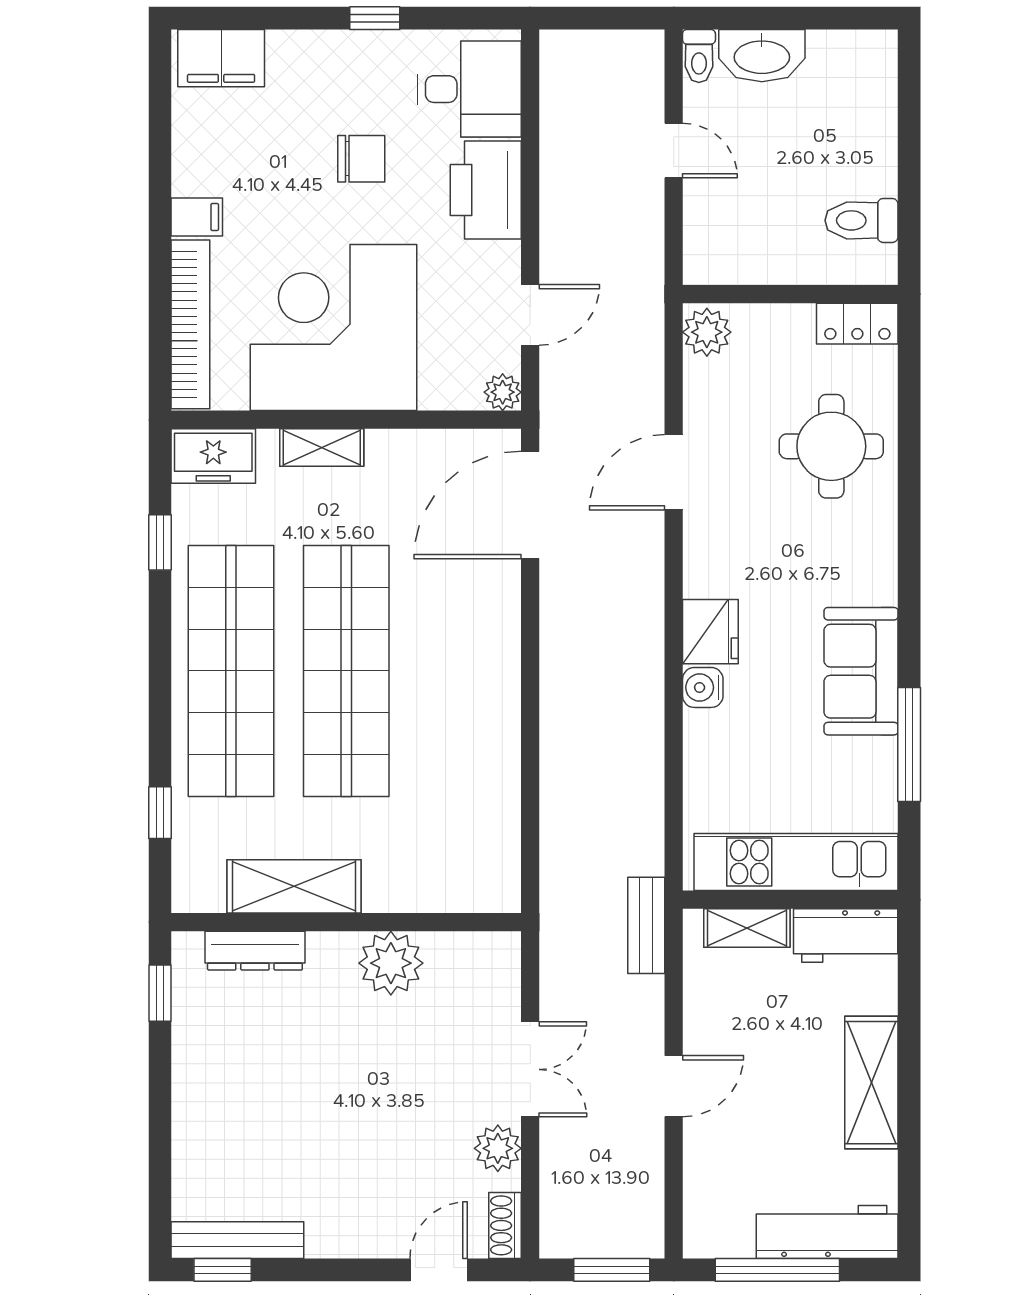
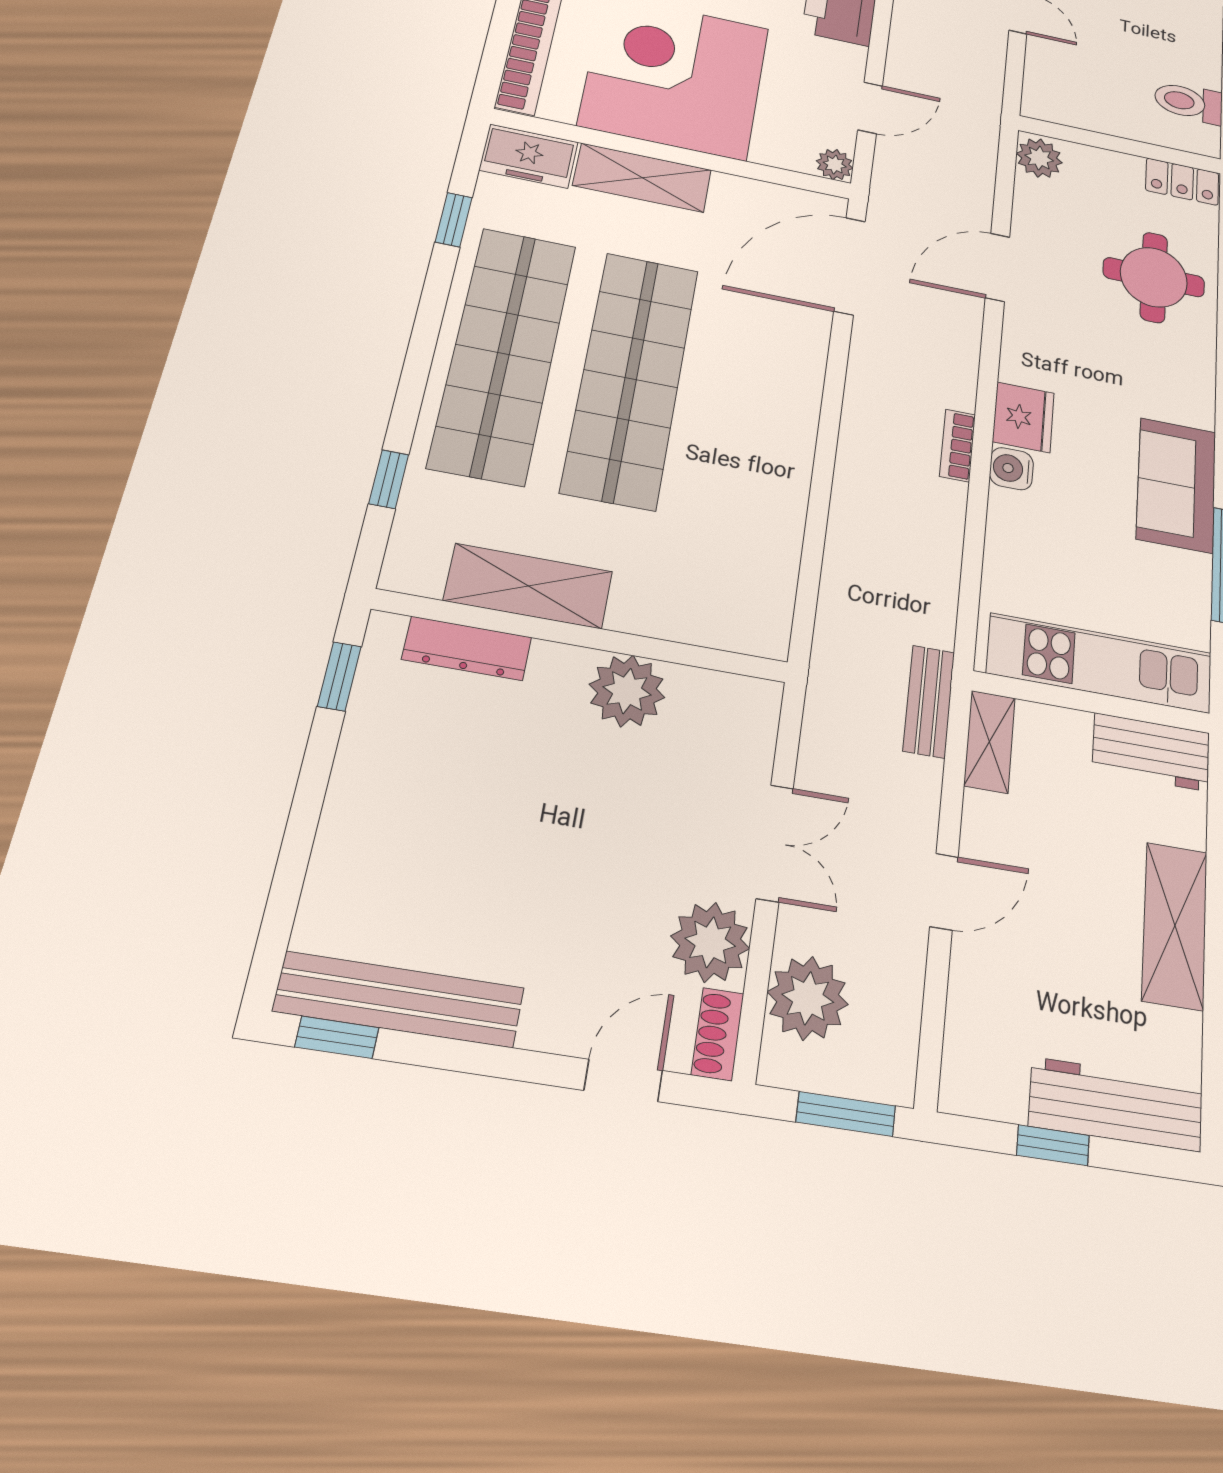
shelving: (322, 447) -> (642, 178), width x1.50, depth x1.33
bookcase: (651, 674) -> (958, 445), added
shelving: (747, 928) -> (989, 742), moved, turned 90
plant: (498, 1148) -> (710, 942), width x1.36, depth x1.36
plant: (572, 1188) -> (808, 998), added
bench: (237, 1240) -> (399, 1000), width x1.37, depth x1.21
window: (777, 1270) -> (1053, 1145), width x0.46

